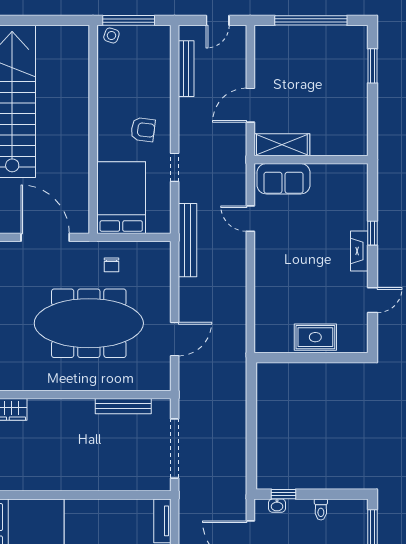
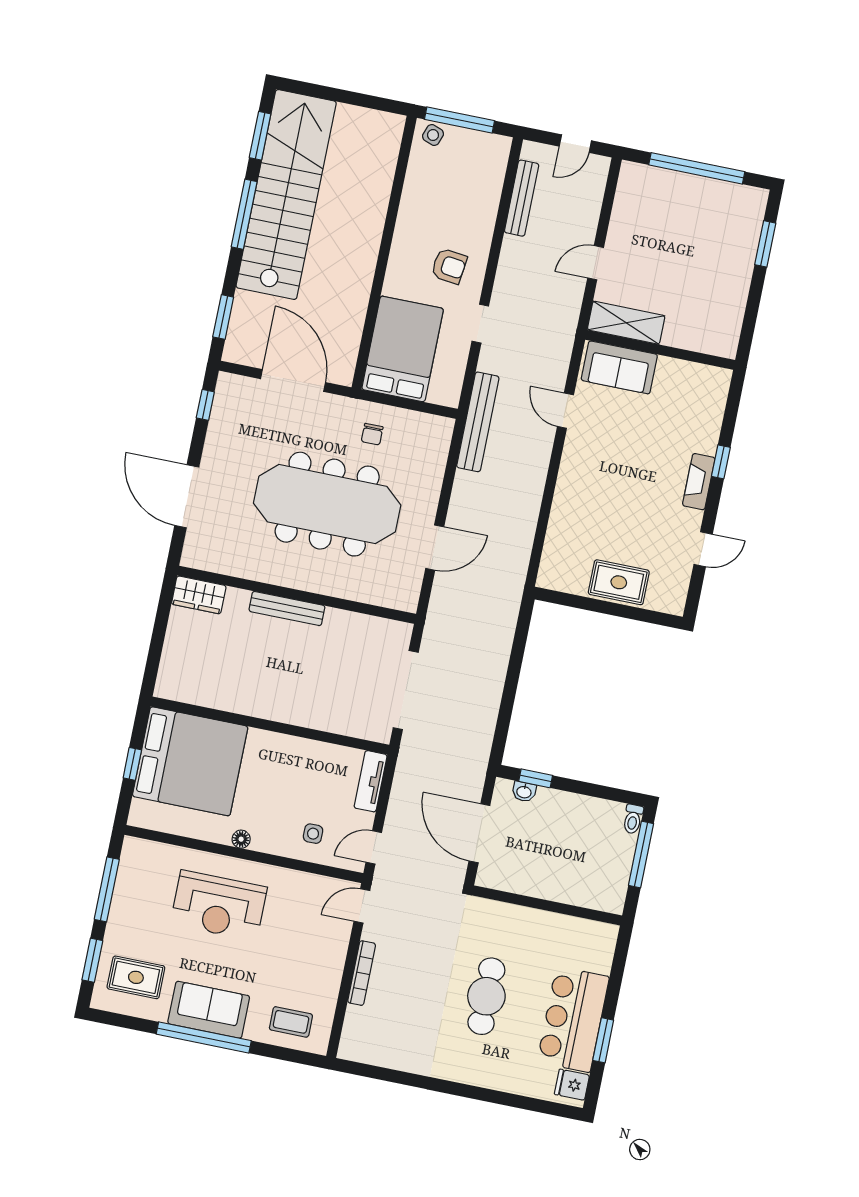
door: (250, 105) -> (596, 263), width x0.73
bench: (123, 406) -> (287, 608), moved
toilet: (321, 509) -> (633, 819), moved

